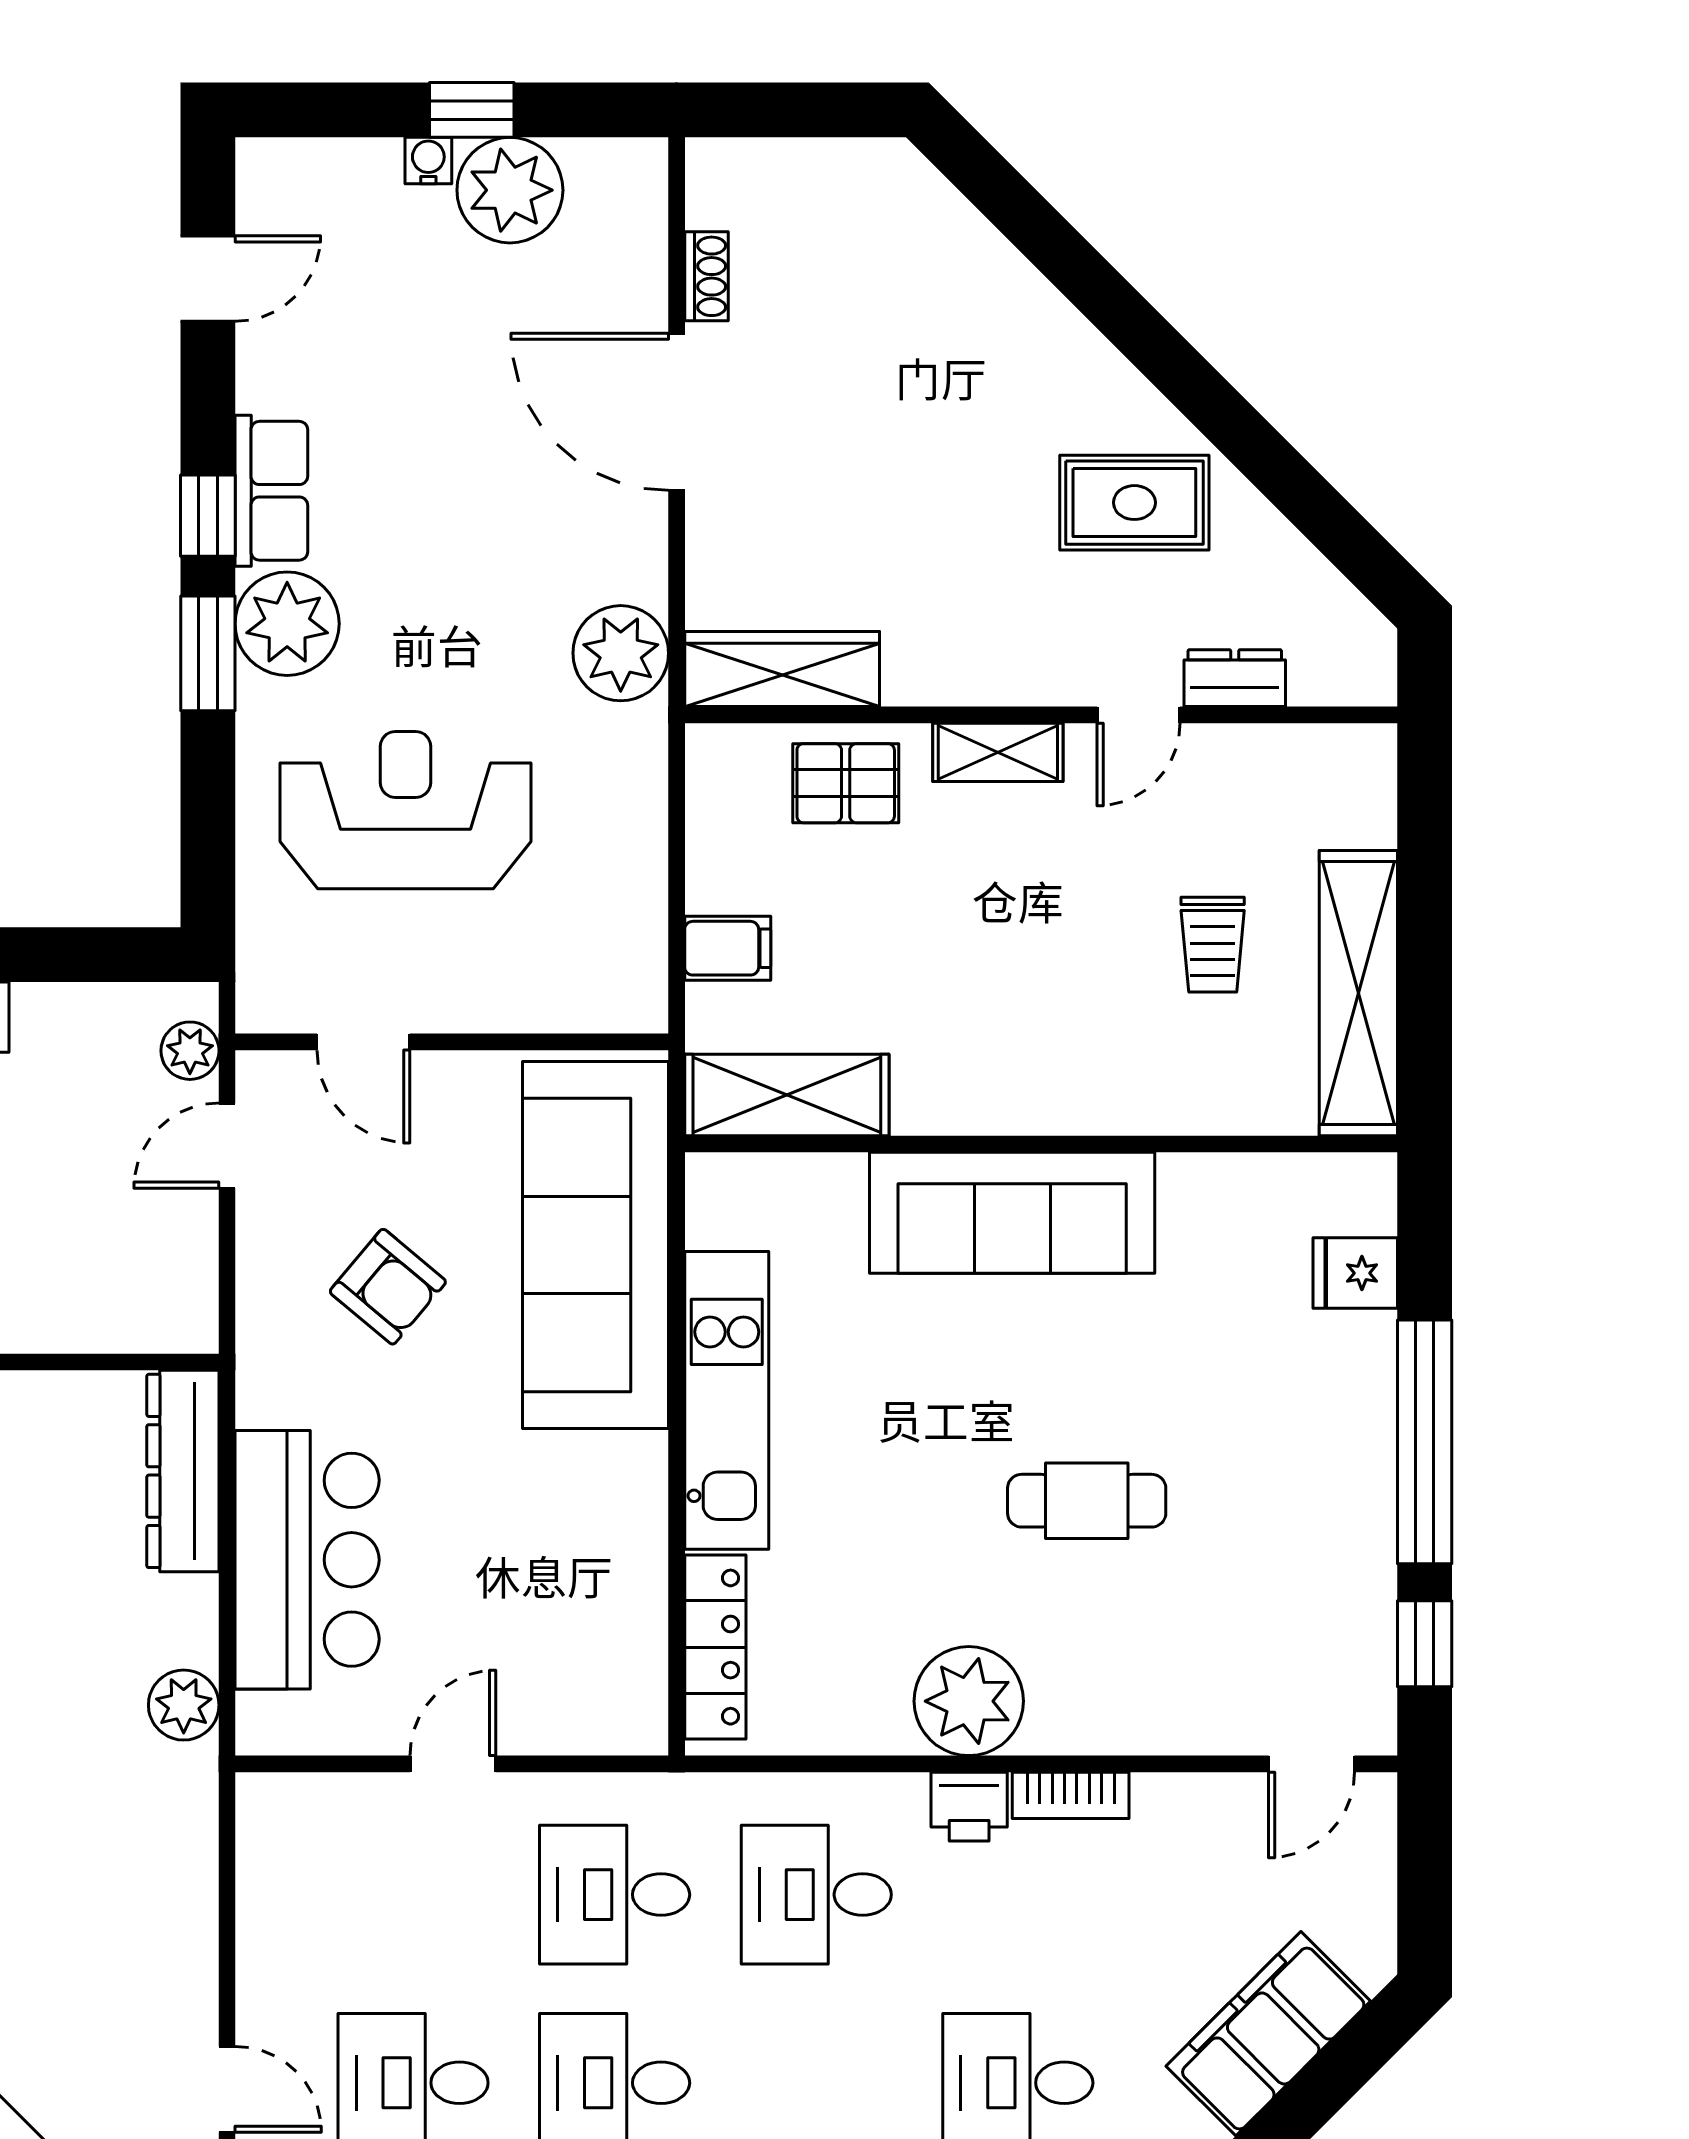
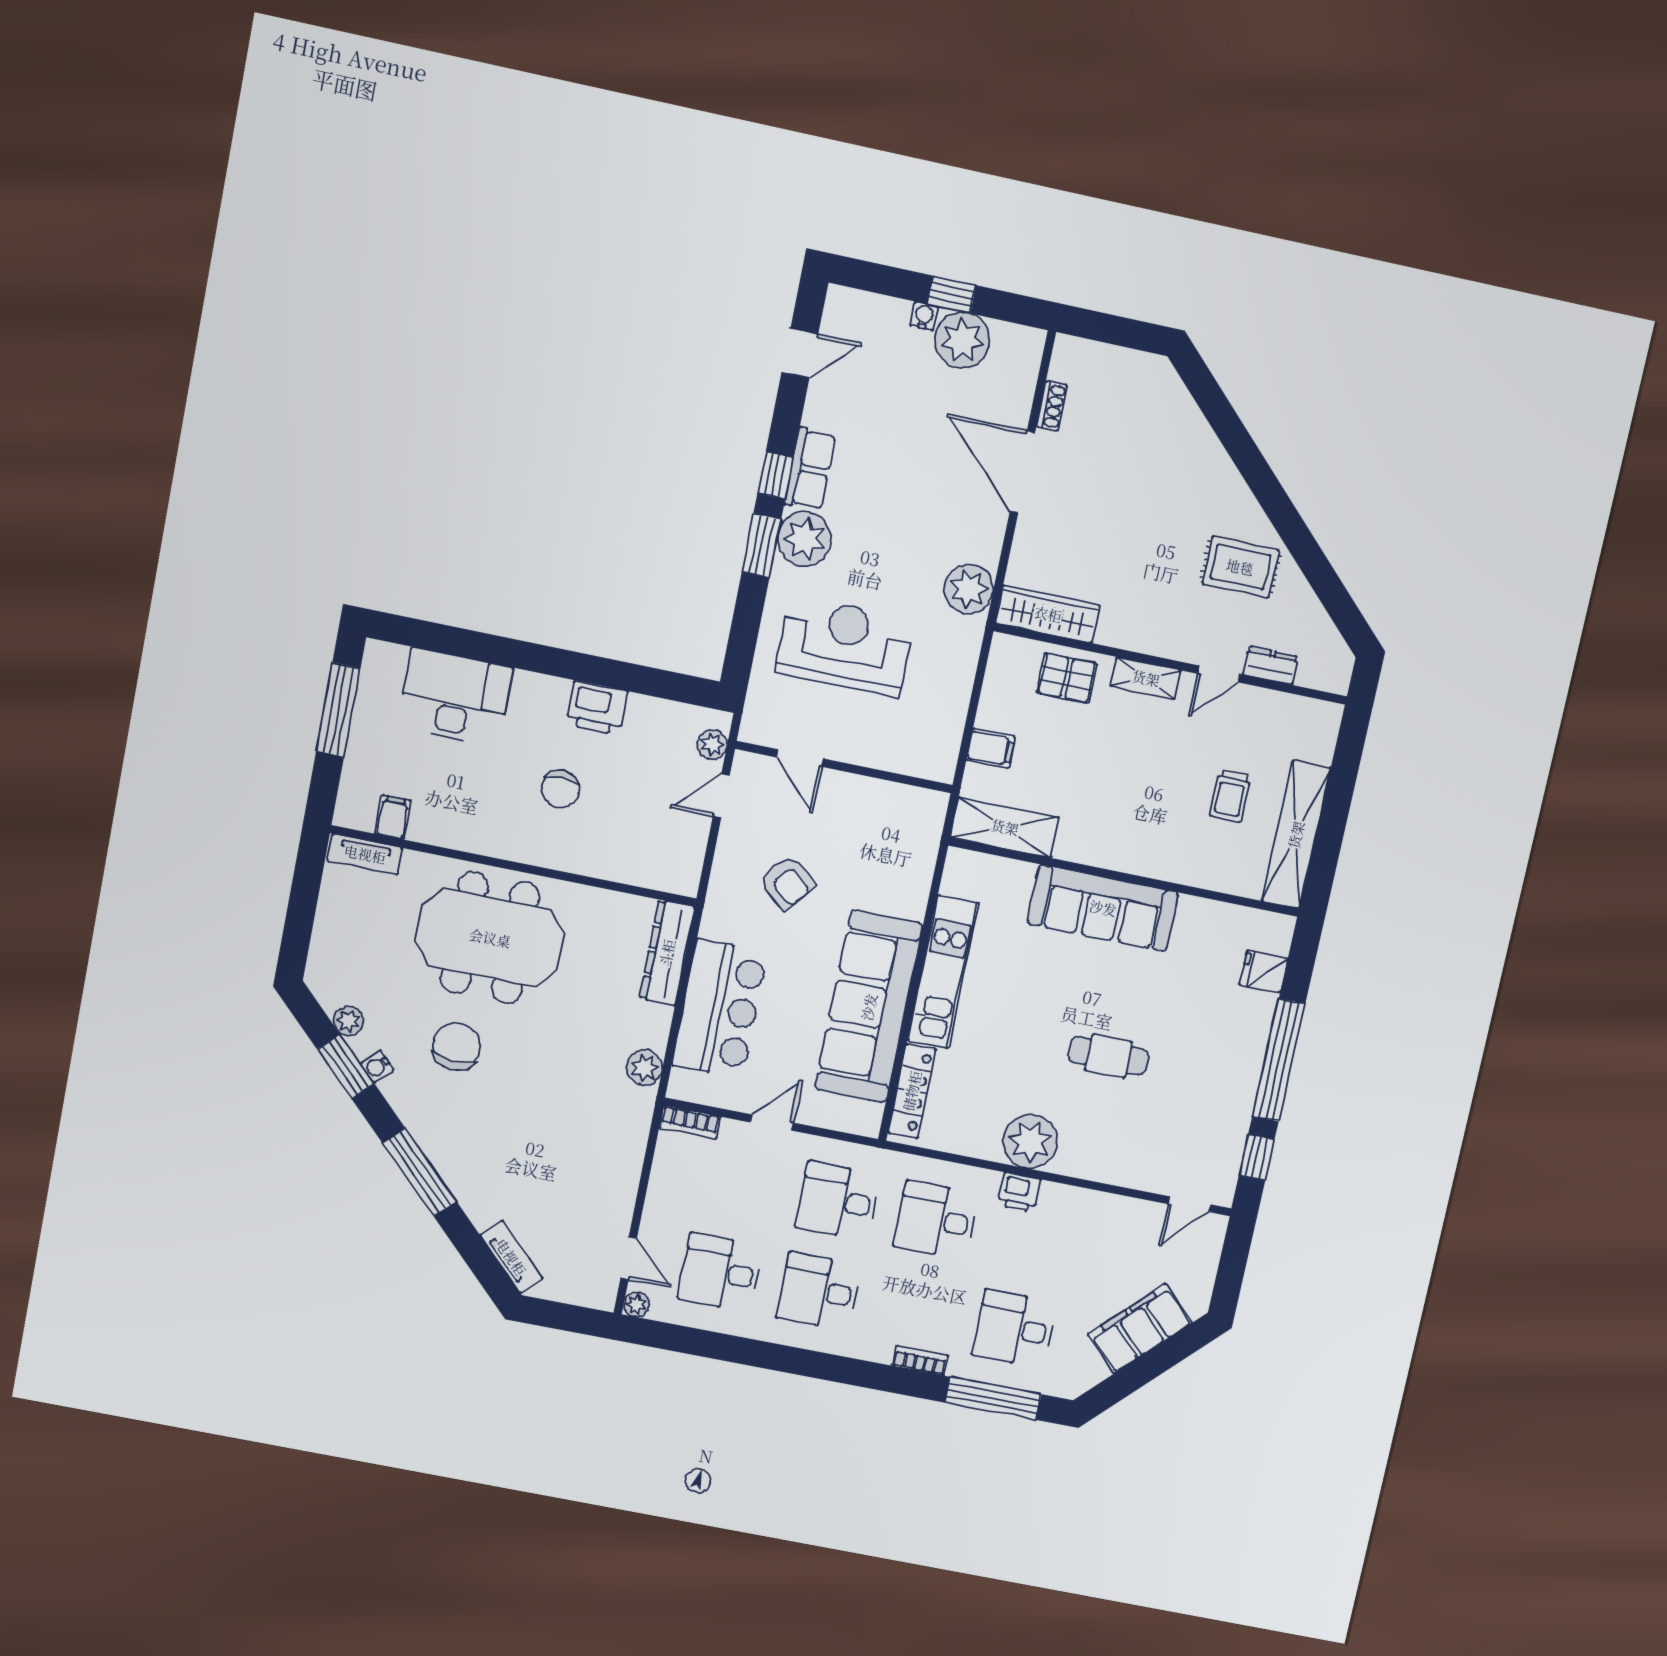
sofa: (596, 1245) -> (869, 1007), moved
bookcase: (1071, 1795) -> (690, 1122), moved

